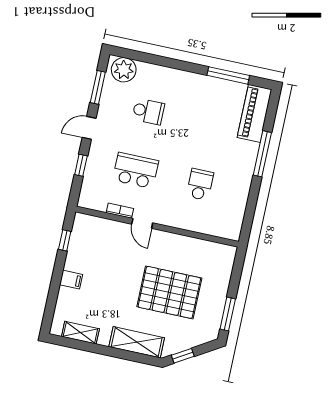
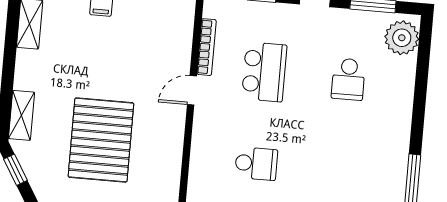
bookcase: (120, 211) -> (207, 47), width x1.56
shelving: (137, 342) -> (22, 115), width x0.67, depth x0.75

